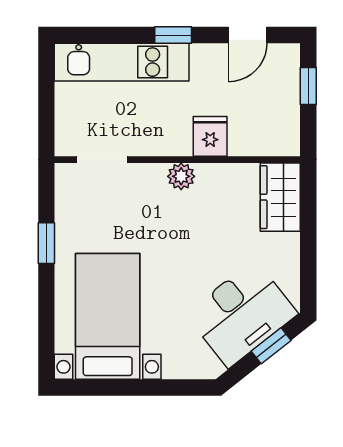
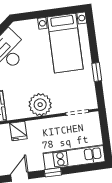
fridge: (210, 136) -> (18, 131), moved
plant: (181, 176) -> (40, 105), width x1.87, depth x1.87

